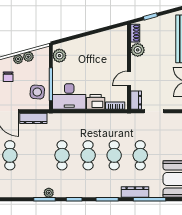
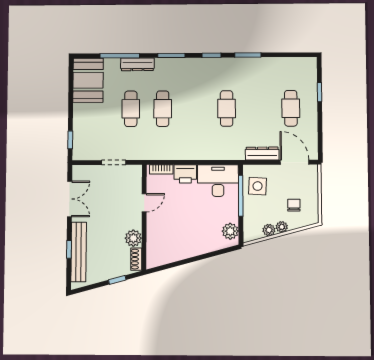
dresser: (136, 100) -> (136, 176), removed
cafe table: (88, 155) -> (195, 109), removed
plant: (49, 193) -> (243, 63), removed

